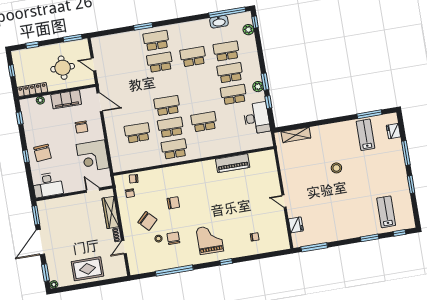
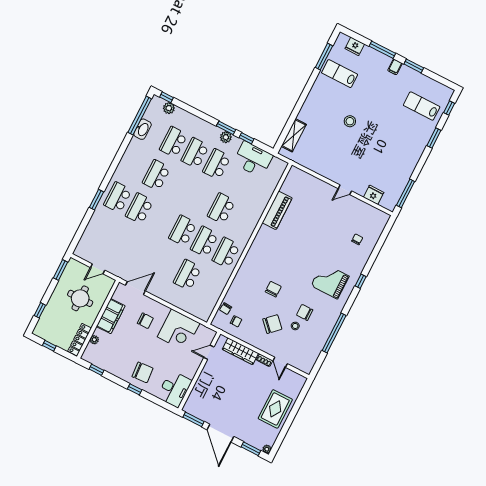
filing cabinet: (400, 171) -> (395, 67), added

